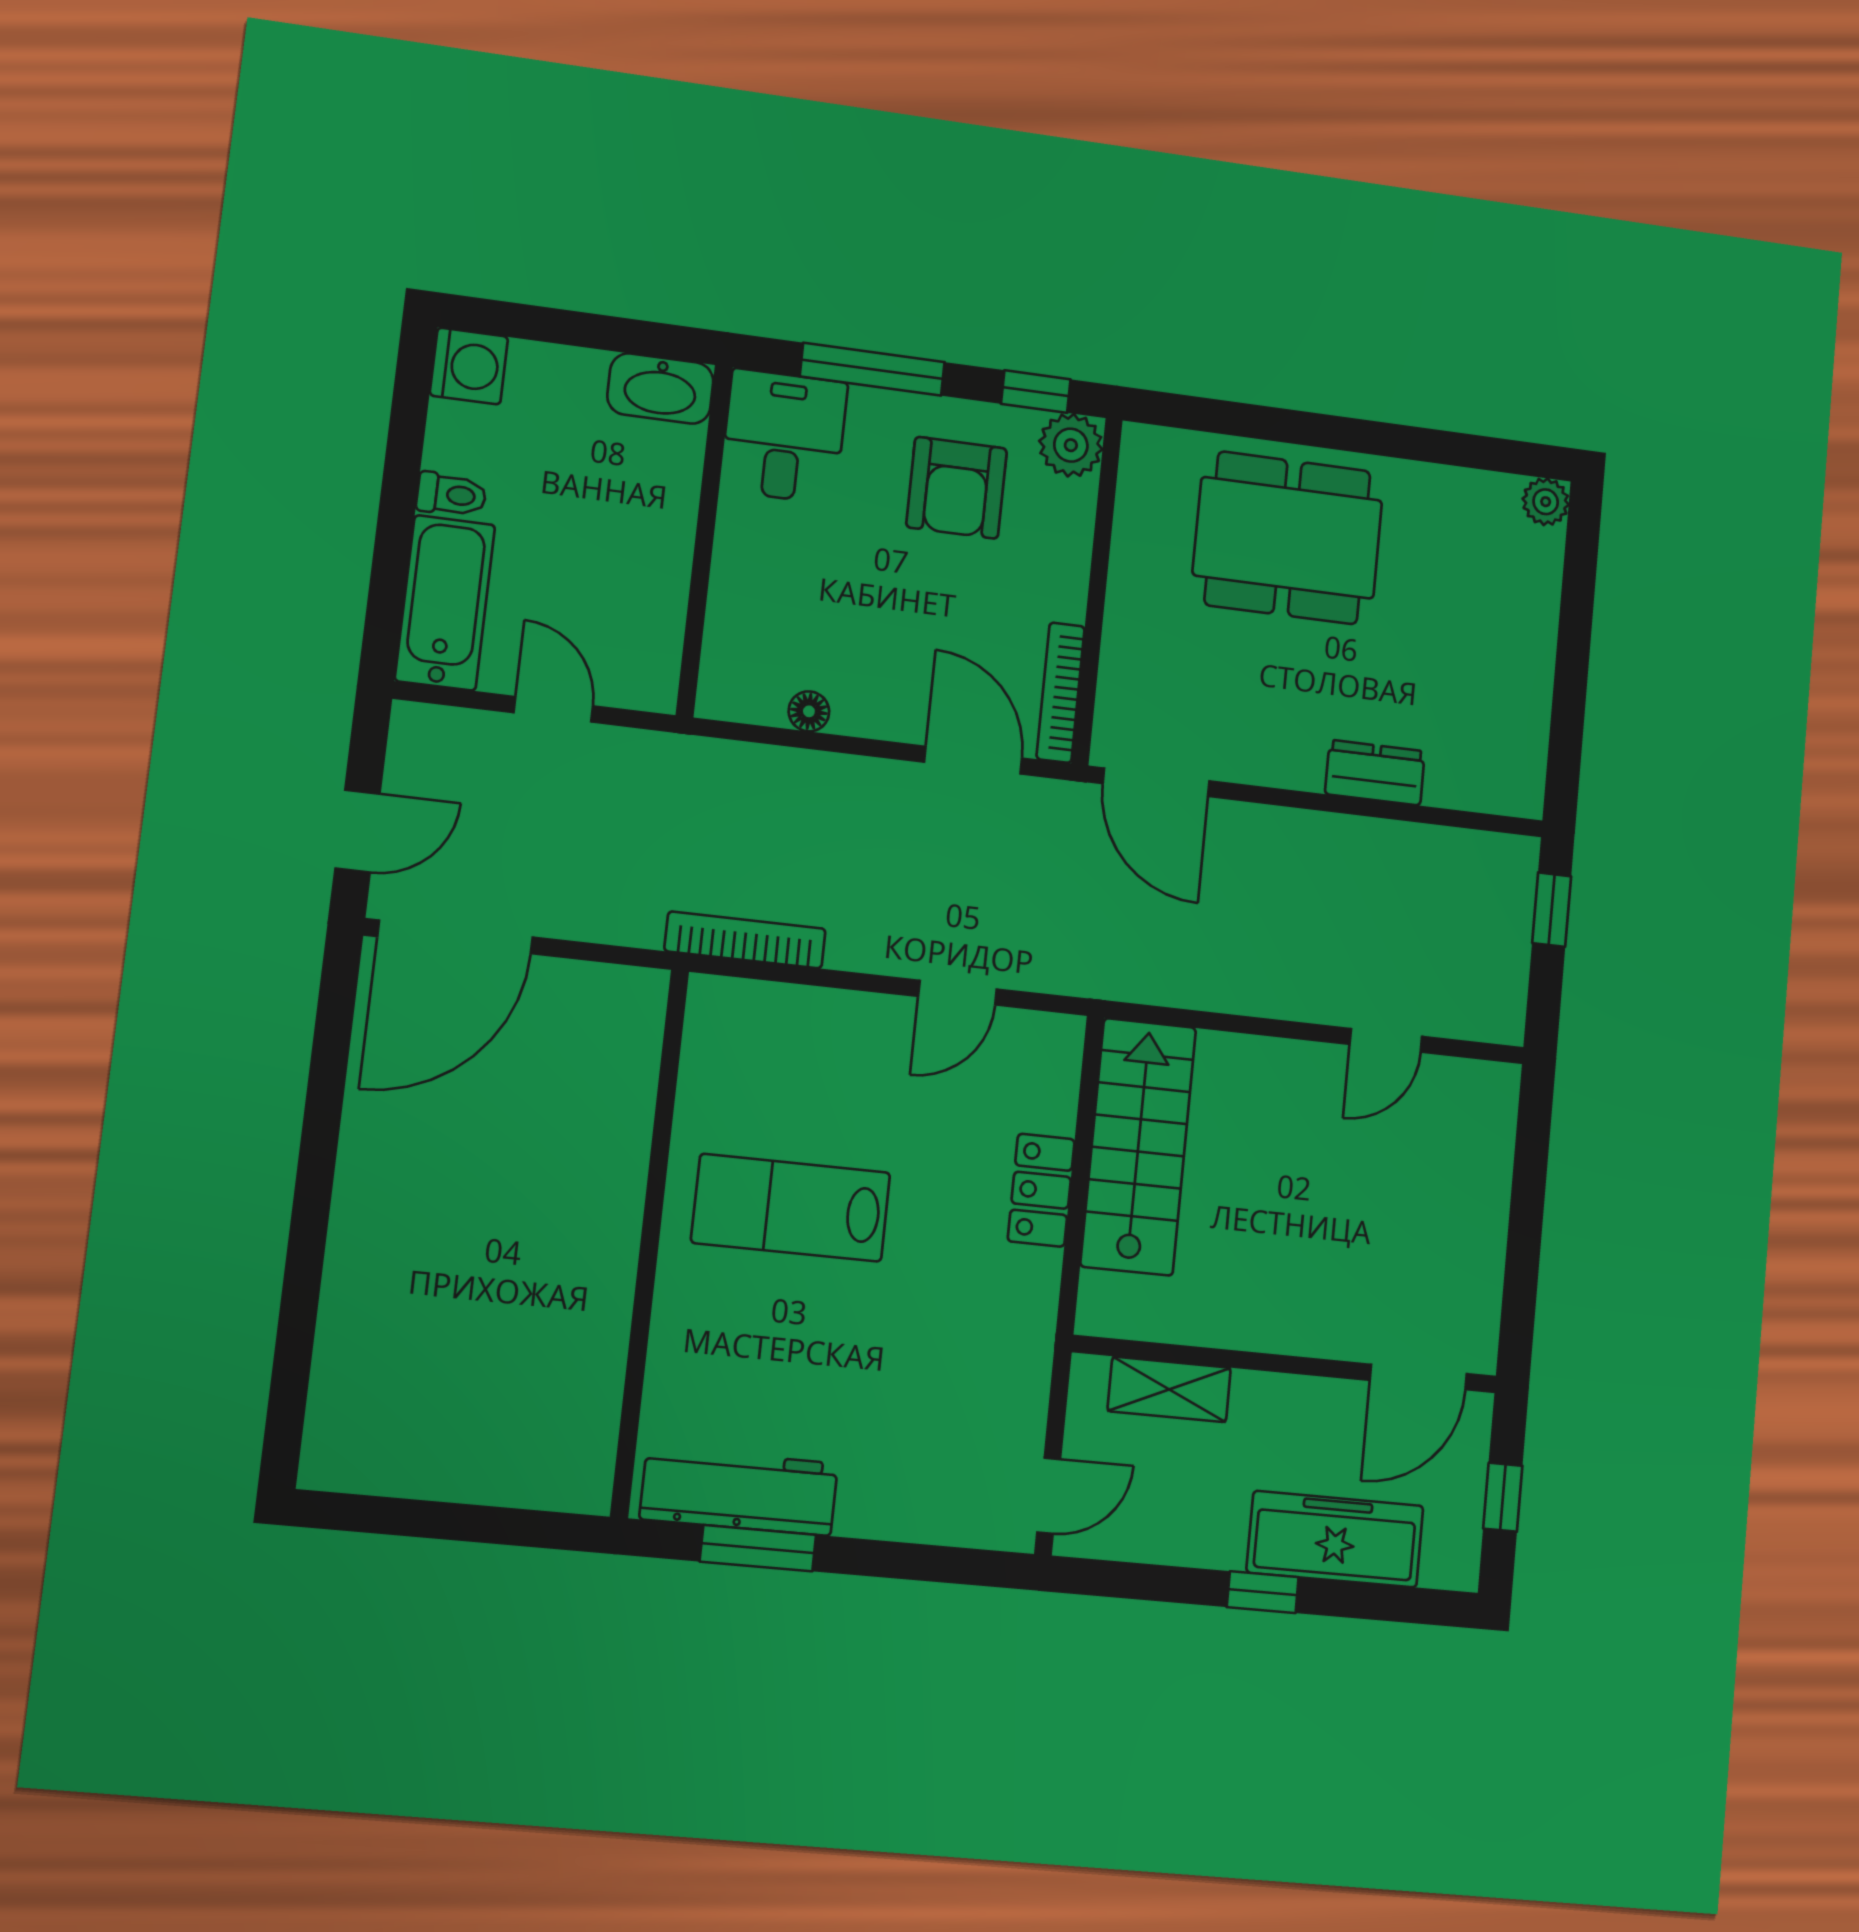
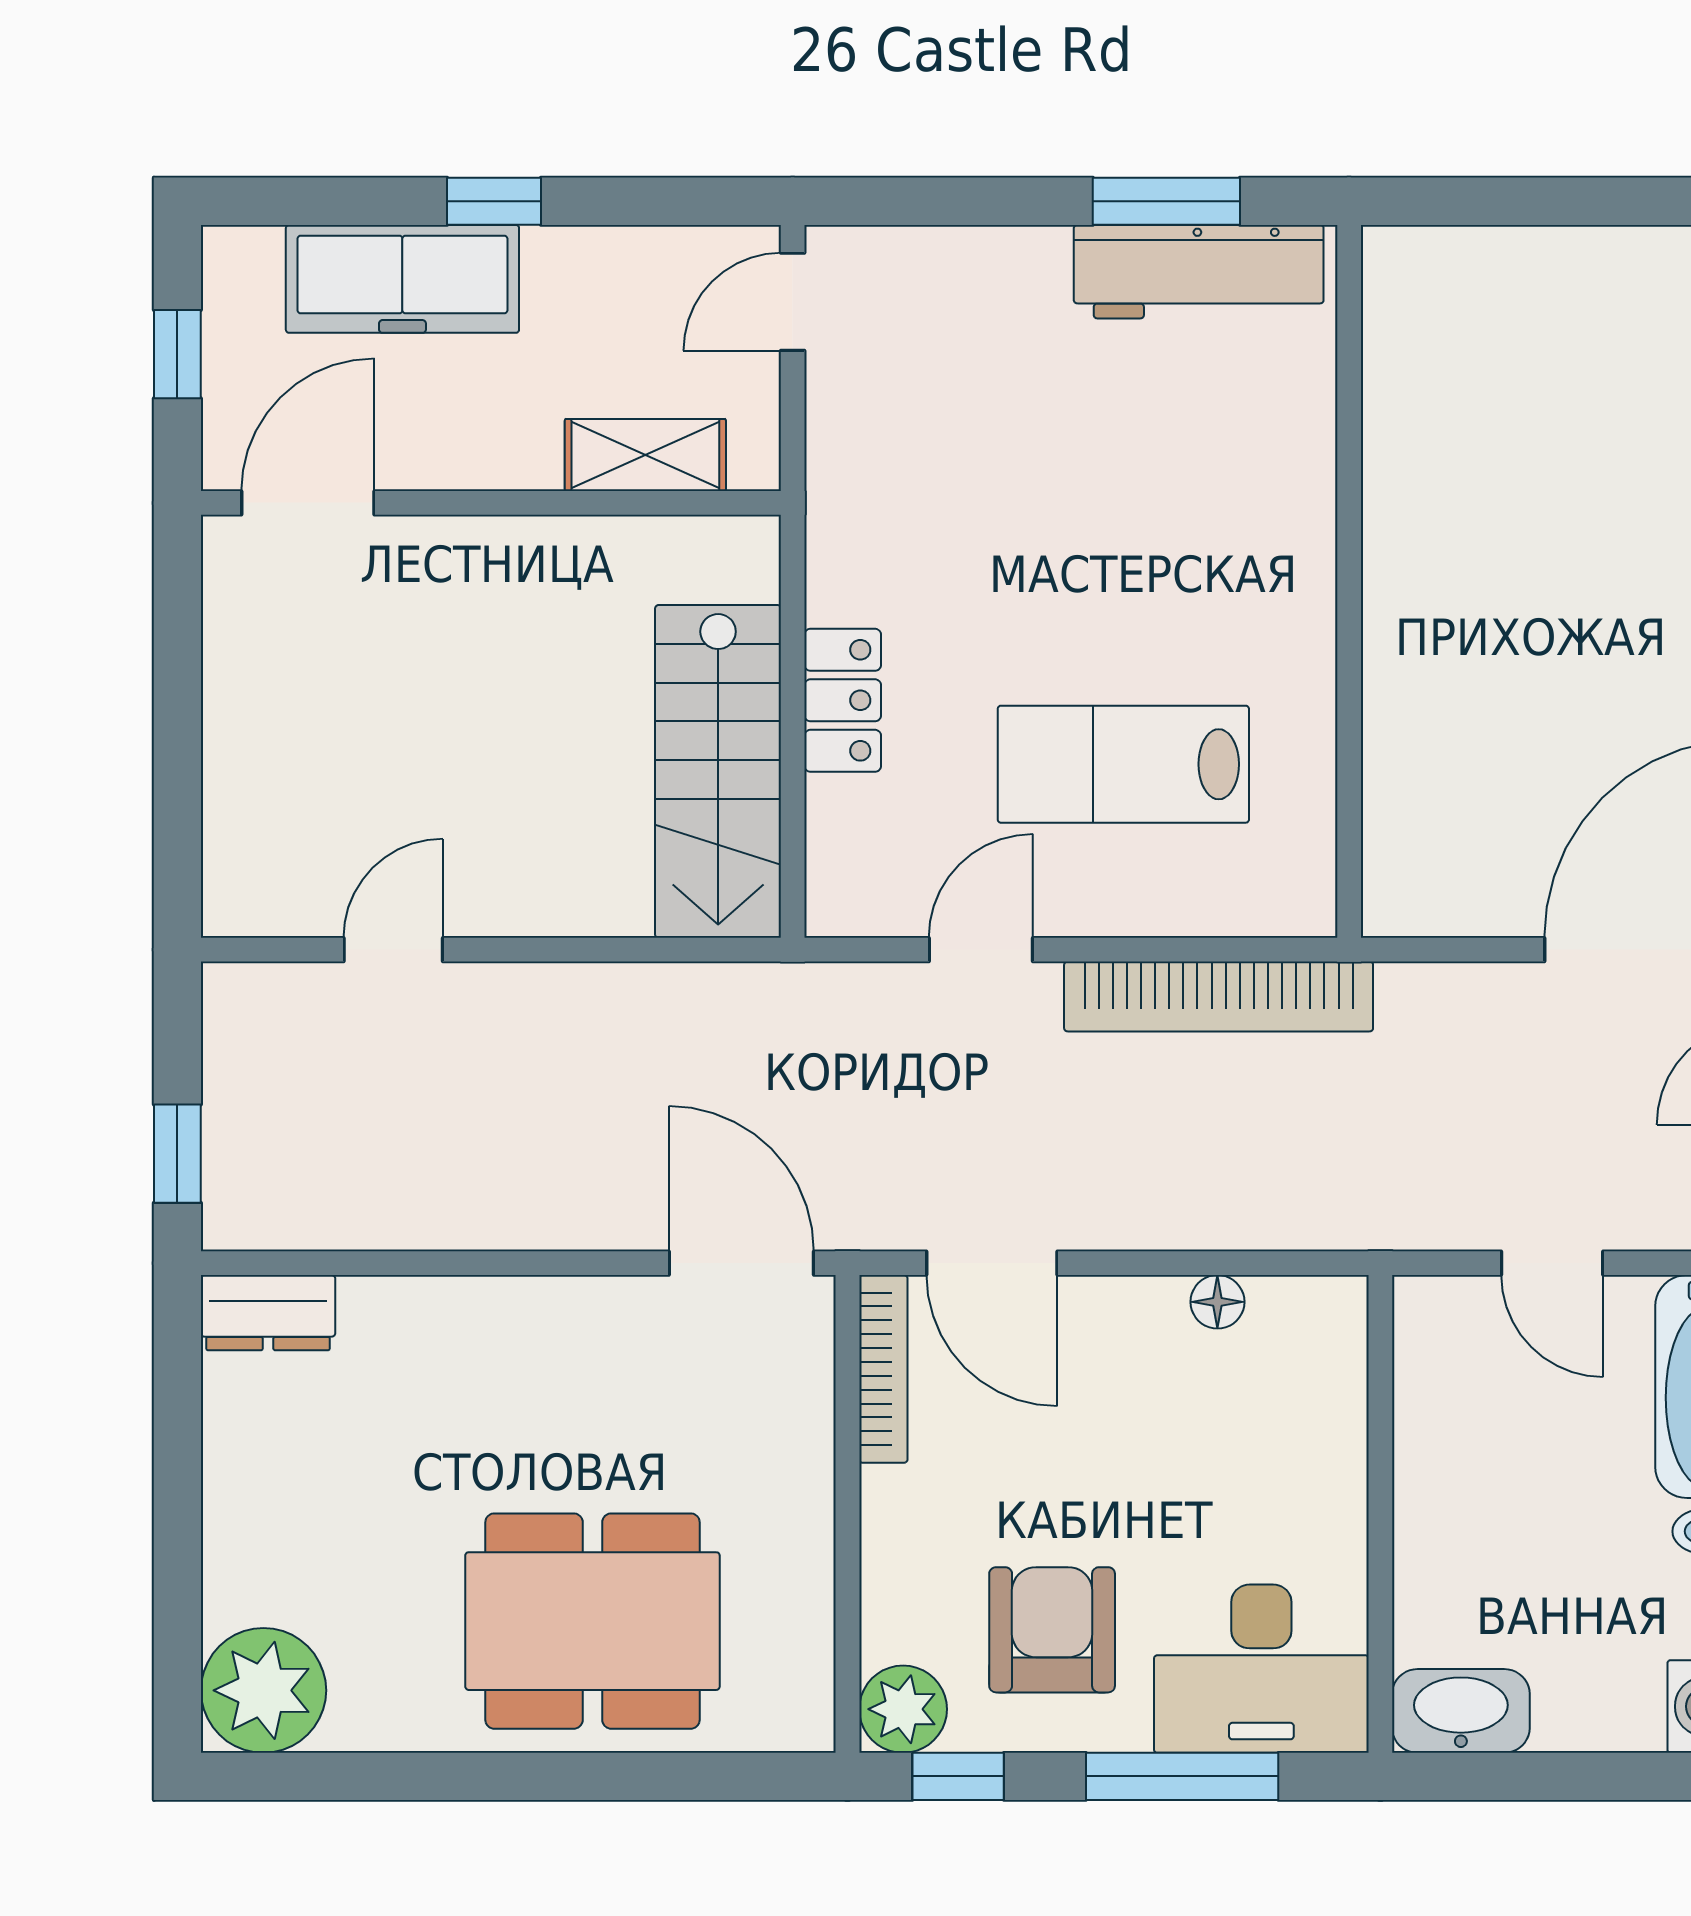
desk: (784, 436) -> (1261, 1669), width x1.37
plant: (1546, 502) -> (263, 1690), width x1.87, depth x1.87
dresser: (1375, 773) -> (268, 1313), moved
bookcase: (745, 940) -> (1219, 996), width x1.48, depth x1.31
lab bench: (791, 1208) -> (1123, 764), moved, turned 180

